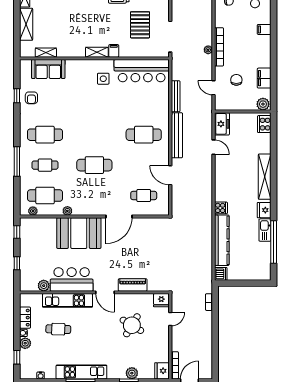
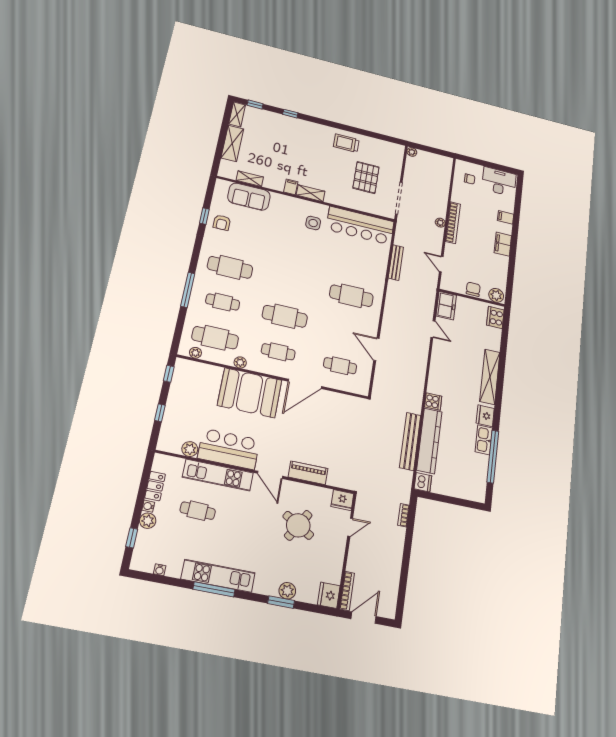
filing cabinet: (114, 51) -> (291, 187), moved
filing cabinet: (264, 78) -> (503, 244), moved
chair: (236, 80) -> (473, 289), moved
bench: (177, 135) -> (410, 441), moved
cafe table: (94, 196) -> (278, 352), added

